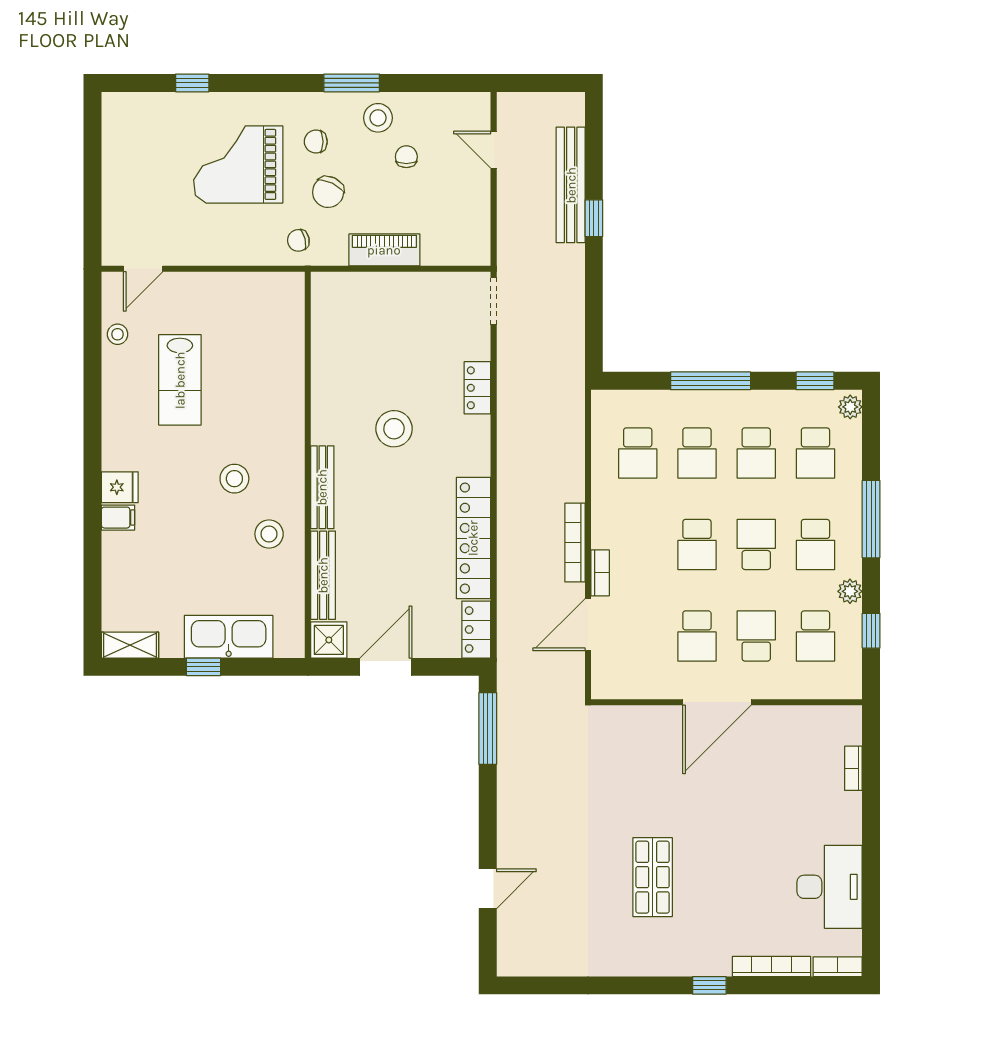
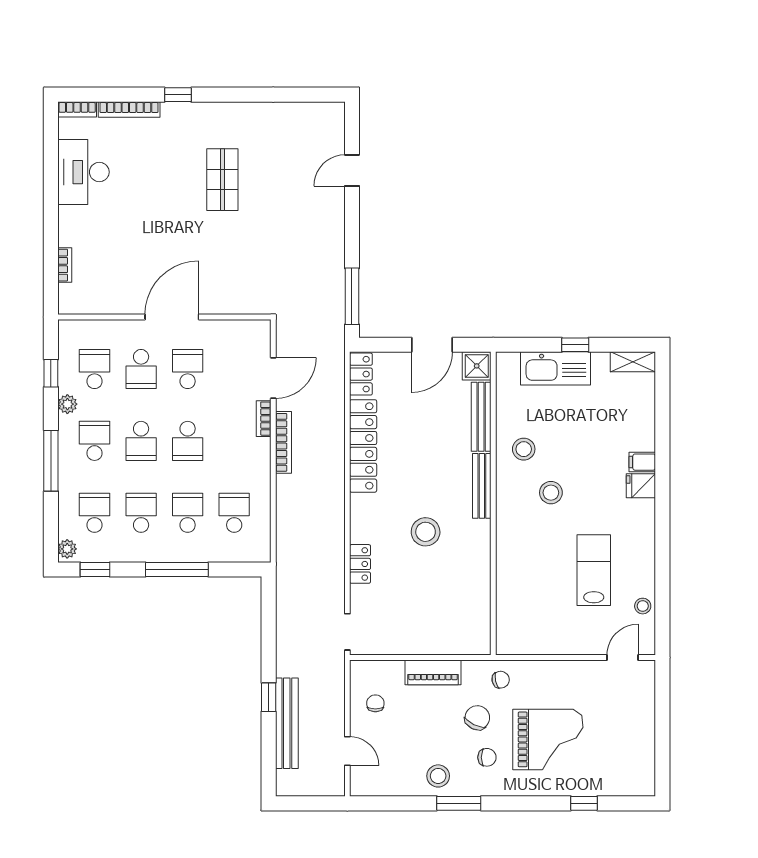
chair: (406, 157) -> (375, 703), moved, turned 180
school desk: (697, 544) -> (188, 441), turned 180

